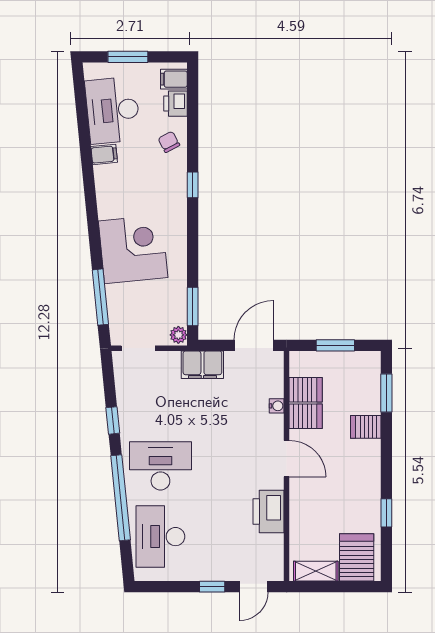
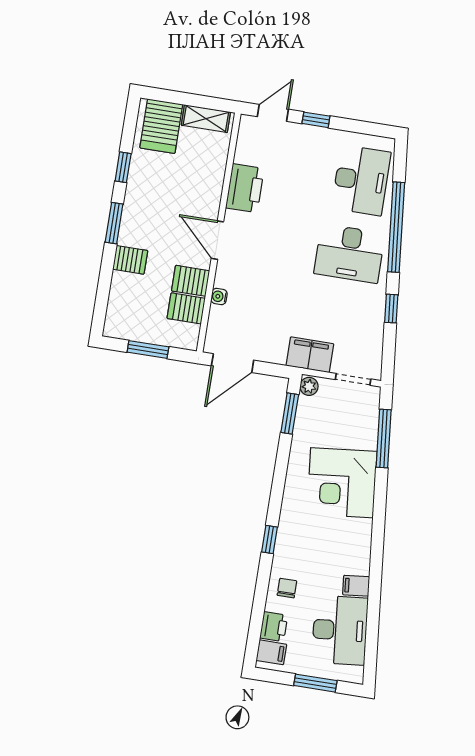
chair: (169, 142) -> (287, 588), turned -152
filing cabinet: (202, 365) -> (310, 355), moved
window: (386, 393) -> (114, 223), moved

